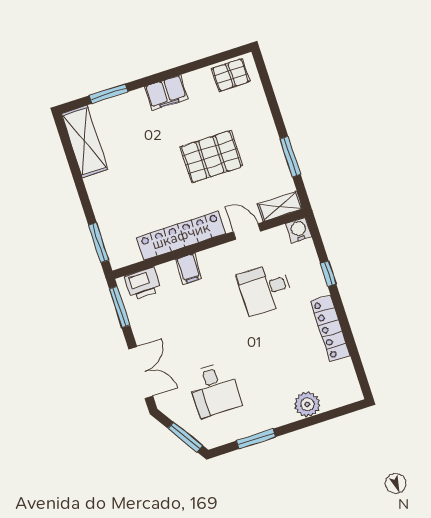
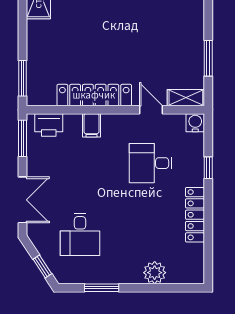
pallet: (211, 157) -> (141, 37), removed
window: (185, 437) -> (42, 267), width x0.67

